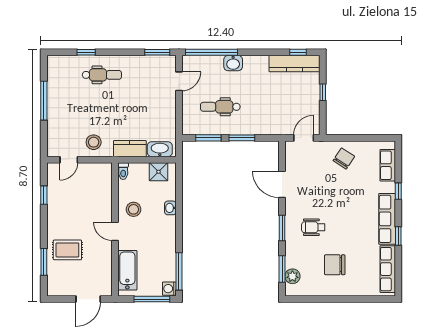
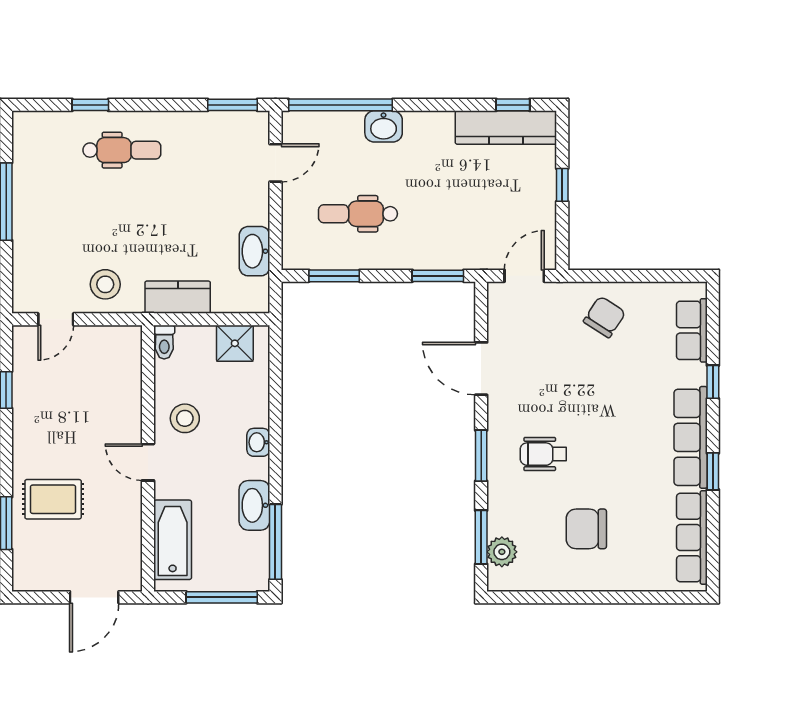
window: (242, 138) -> (438, 276), moved
washbasin: (160, 149) -> (255, 251), moved, turned -90
washbasin: (170, 208) -> (258, 442), moved
washbasin: (168, 253) -> (254, 505), added
washing machine: (169, 289) -> (256, 576), removed

